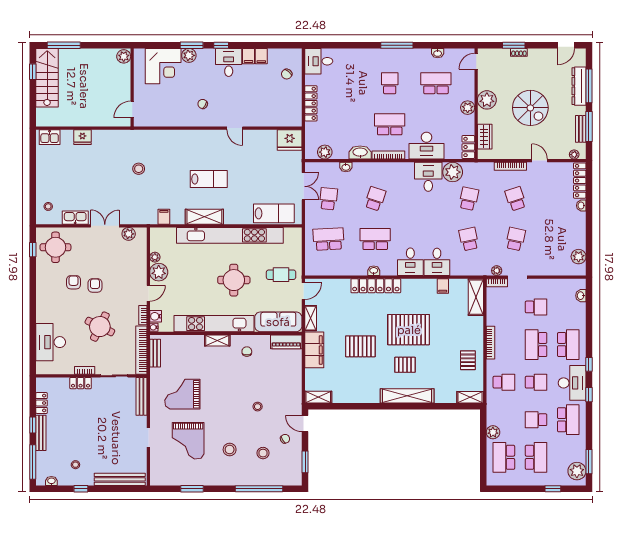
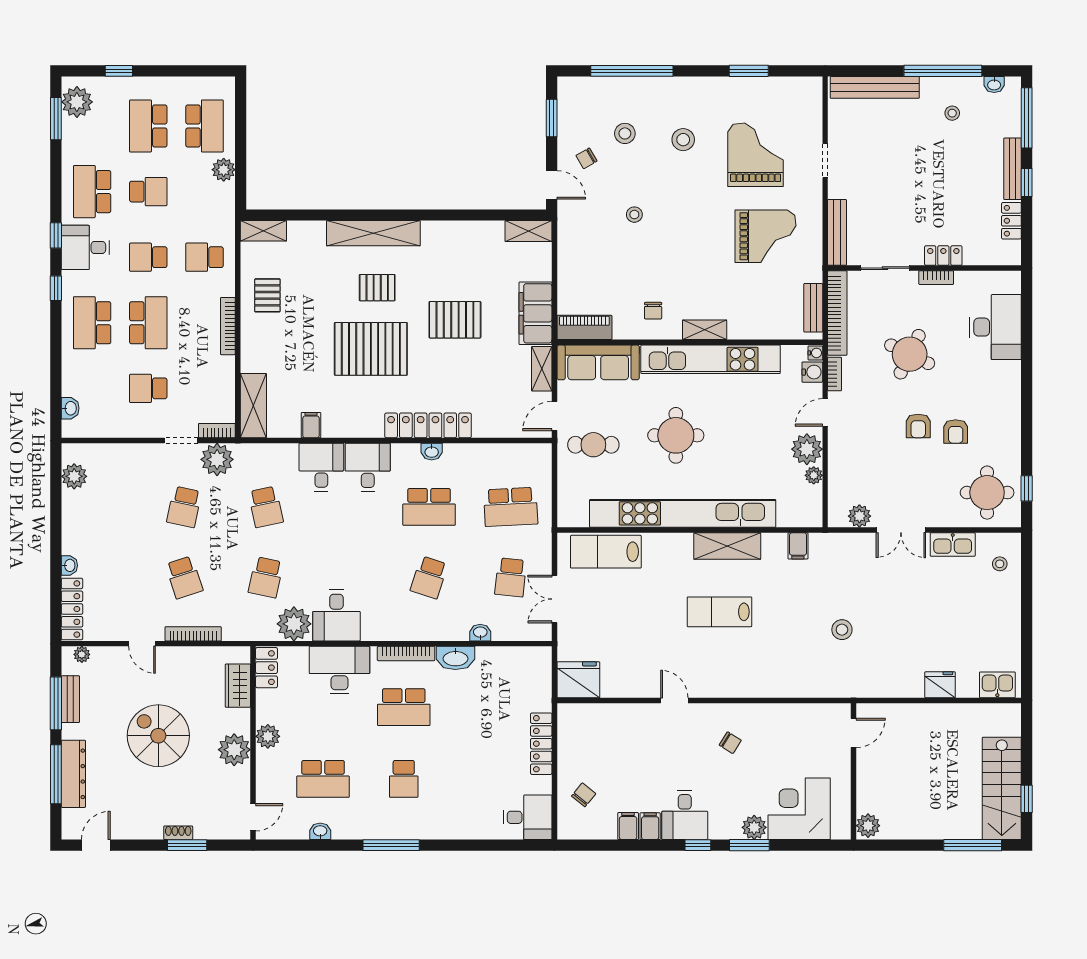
plant: (325, 152) -> (517, 659), removed
plant: (497, 271) -> (217, 459), width x1.88, depth x1.88
desk: (572, 383) -> (85, 247), width x0.73
window: (81, 489) -> (943, 71), width x3.17

